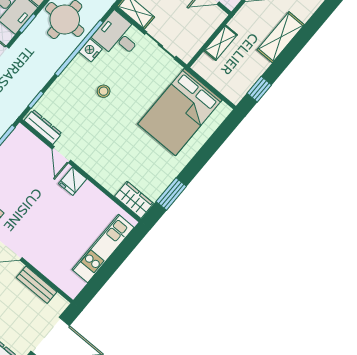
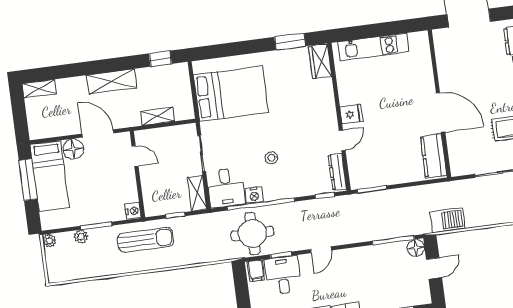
bench: (37, 285) -> (444, 65), removed

